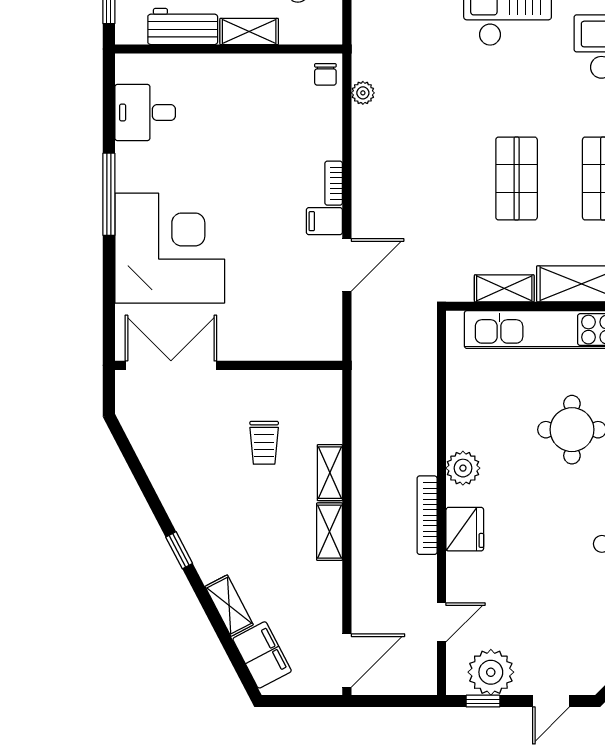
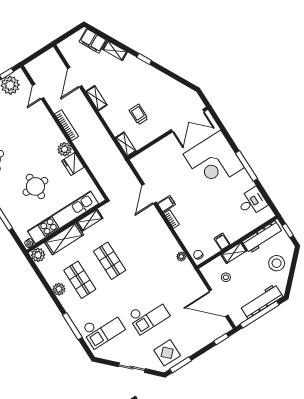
workbench: (183, 26) -> (262, 237), width x1.37
filing cabinet: (259, 70) -> (222, 241), added
shelving: (330, 473) -> (126, 144), moved
fridge: (465, 529) -> (73, 164), moved
door: (347, 660) -> (75, 77), moved

